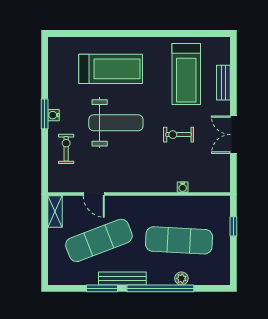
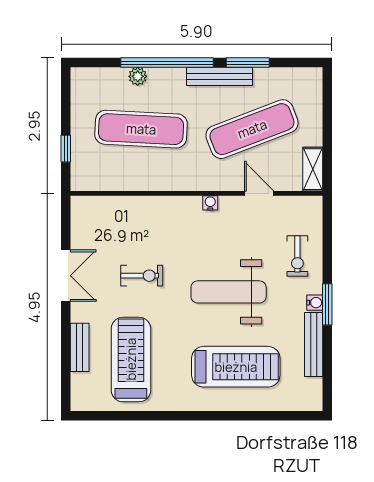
treadmill: (111, 69) -> (236, 367), turned 180
bench: (54, 85) -> (314, 344), added
water cooler: (183, 187) -> (210, 203), moved

